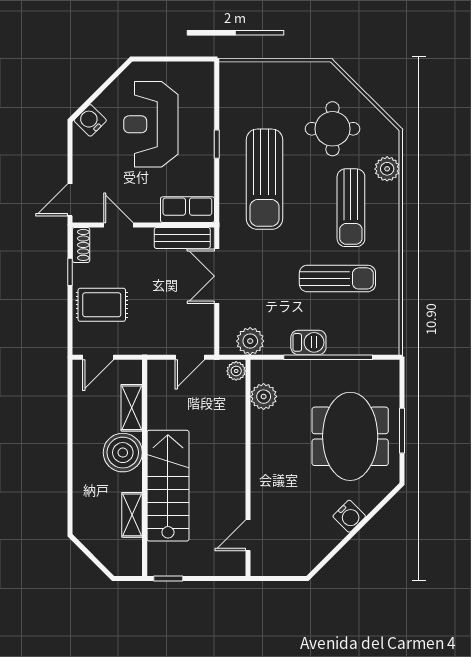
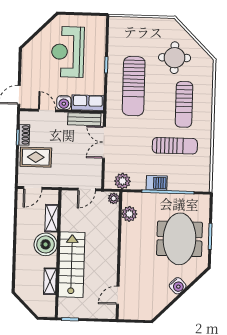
water cooler: (90, 120) -> (64, 103), moved, turned -135
plant: (387, 169) -> (206, 82), removed
shoe rack: (81, 245) -> (24, 135), moved

